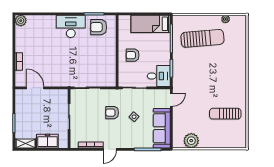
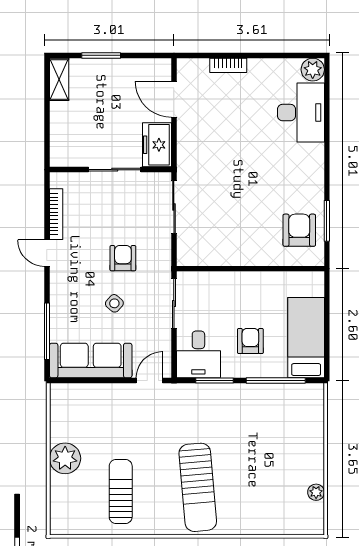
desk: (71, 26) -> (301, 113), moved
sun lounger: (202, 38) -> (198, 487), moved
armchair: (133, 55) -> (250, 341), moved
door: (35, 88) -> (174, 99), swing flipped
door: (171, 100) -> (149, 381), swing flipped
freezer: (47, 141) -> (157, 145), moved, turned 180
plant: (191, 141) -> (65, 458), moved

